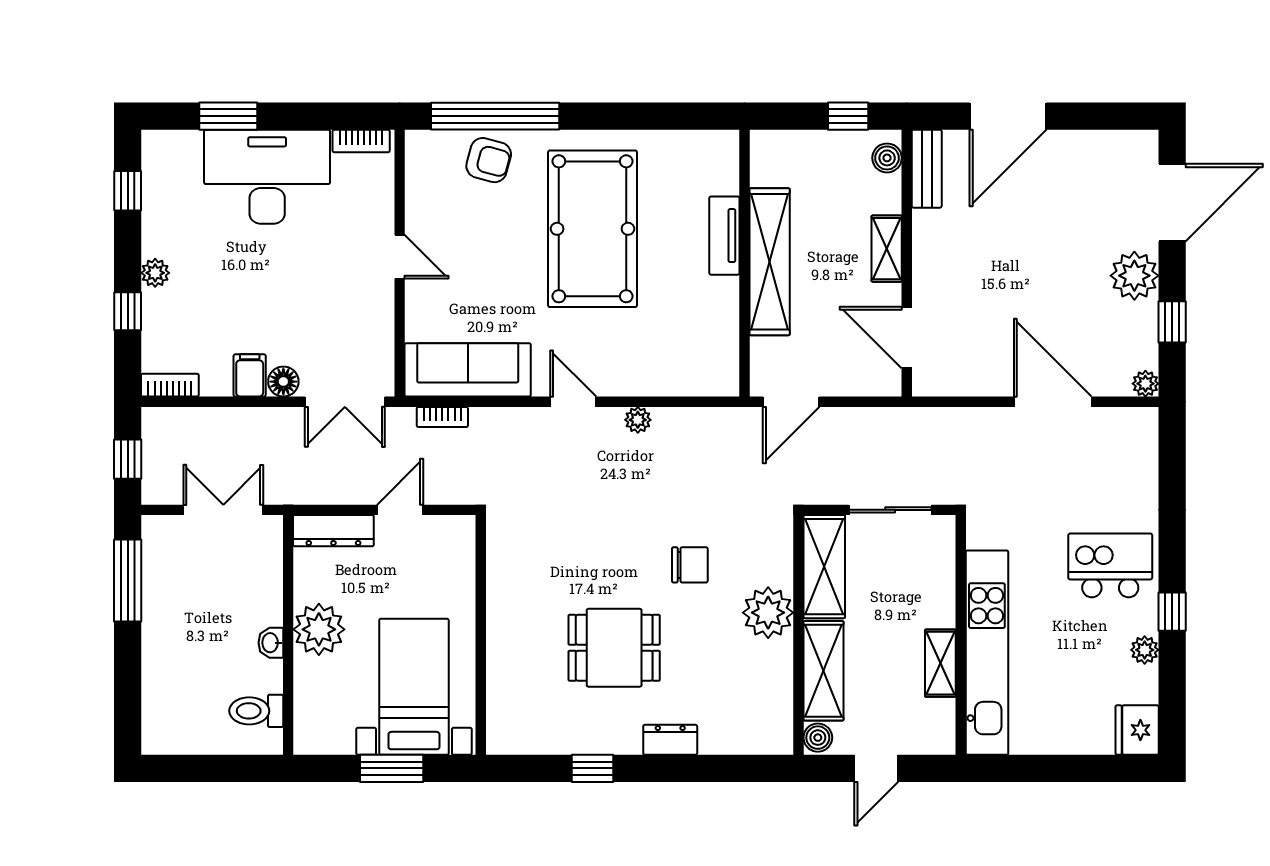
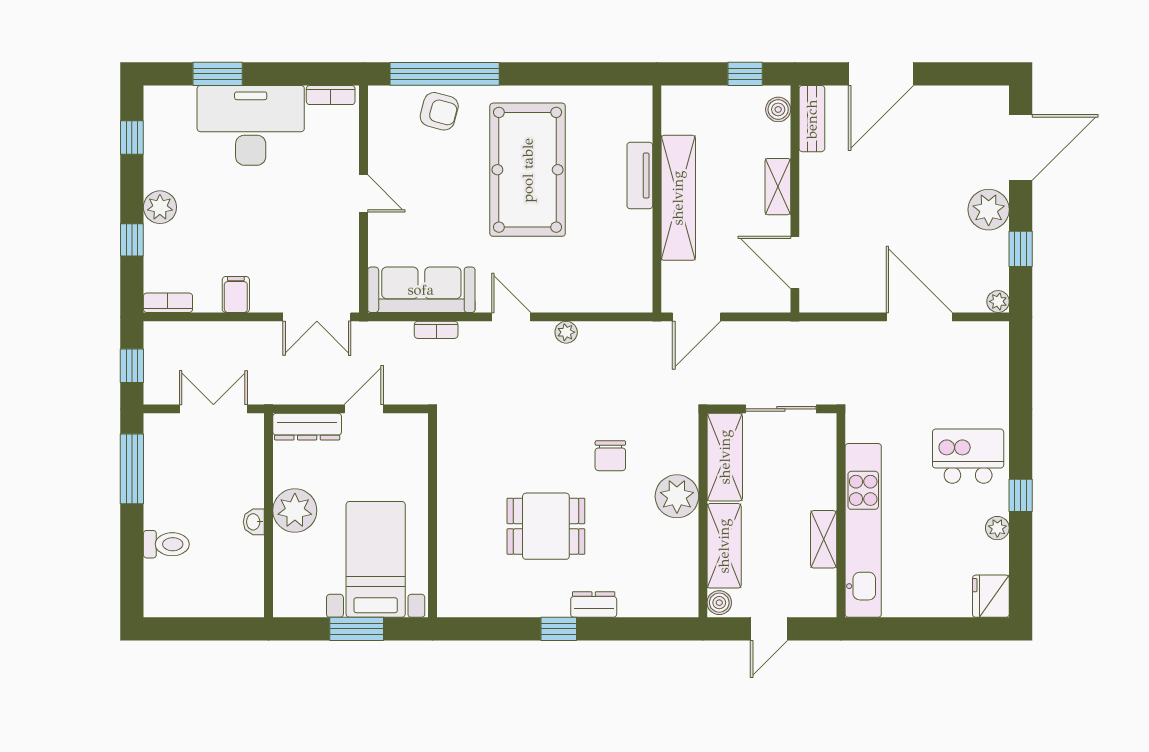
plant: (155, 273) -> (160, 207), width x1.38, depth x1.38
floor lamp: (283, 382) -> (265, 300), removed
bookcase: (442, 417) -> (436, 330), moved
chair: (690, 565) -> (610, 456), turned 90
toilet: (256, 711) -> (166, 544), moved, turned 180
window: (592, 768) -> (559, 629), moved

